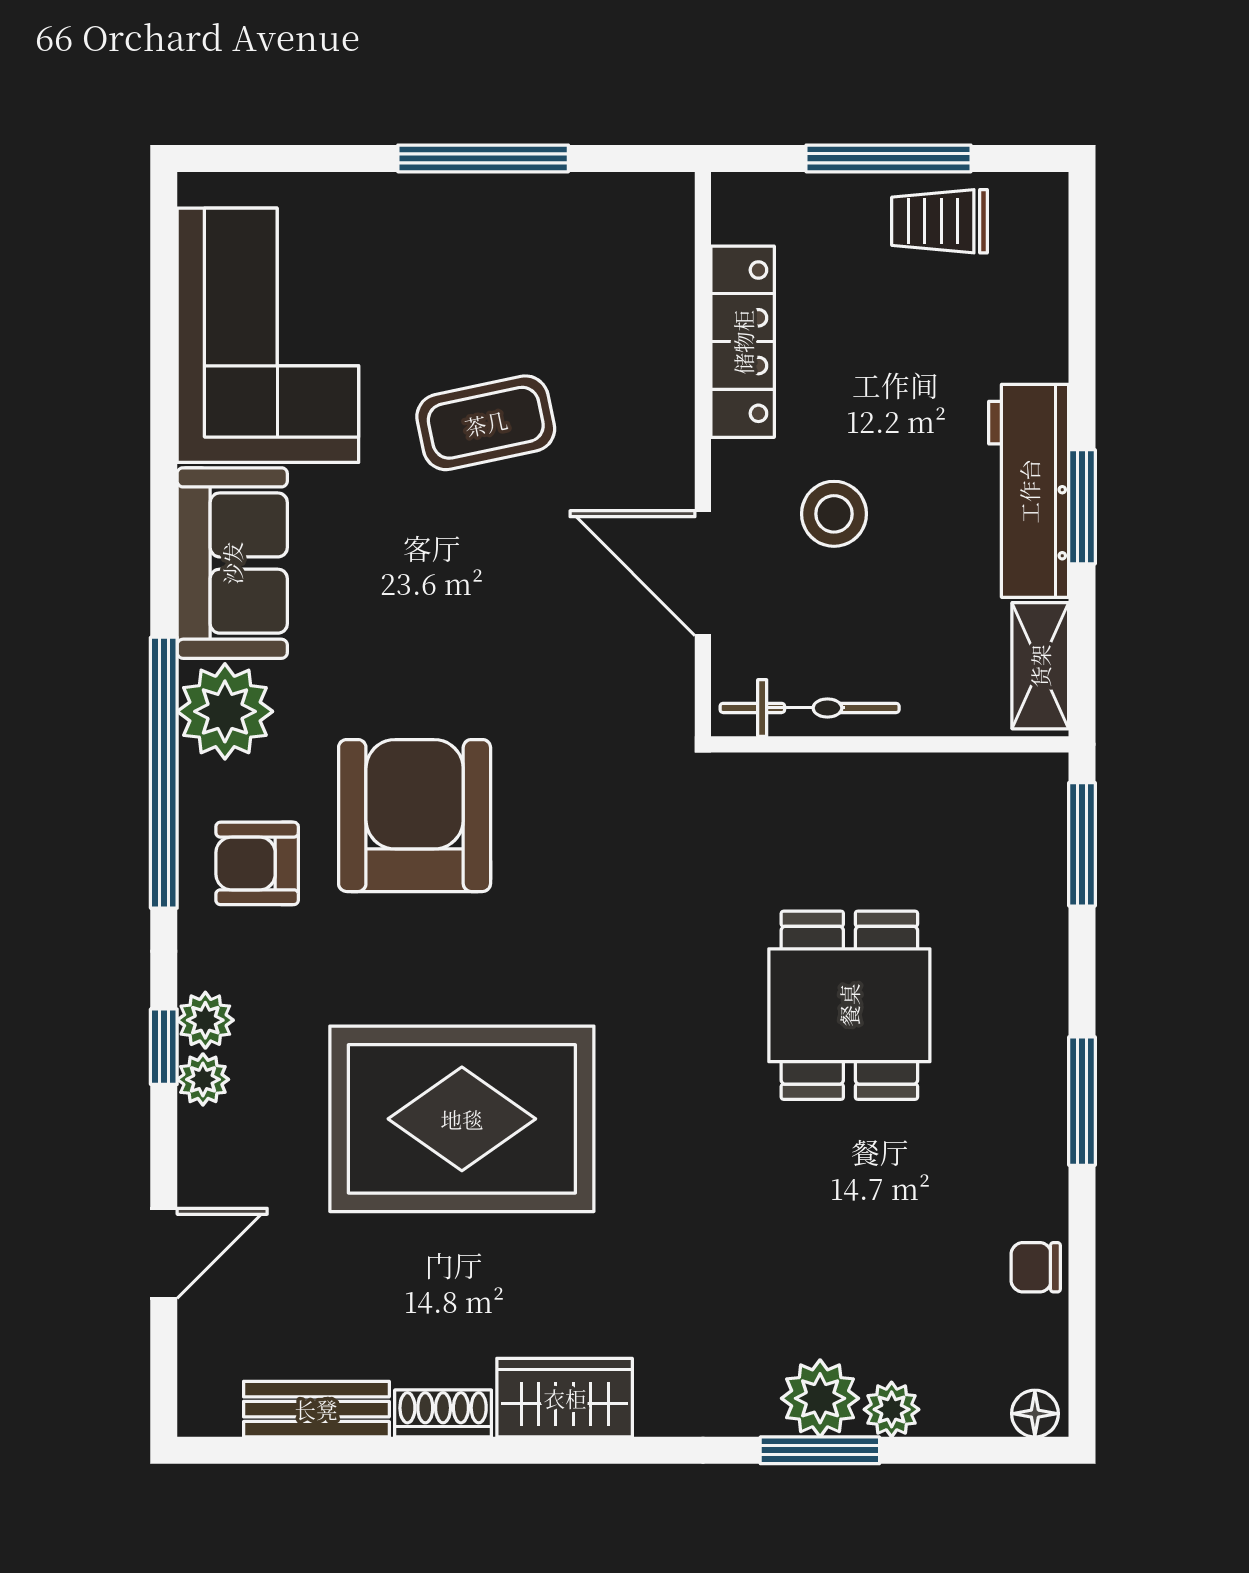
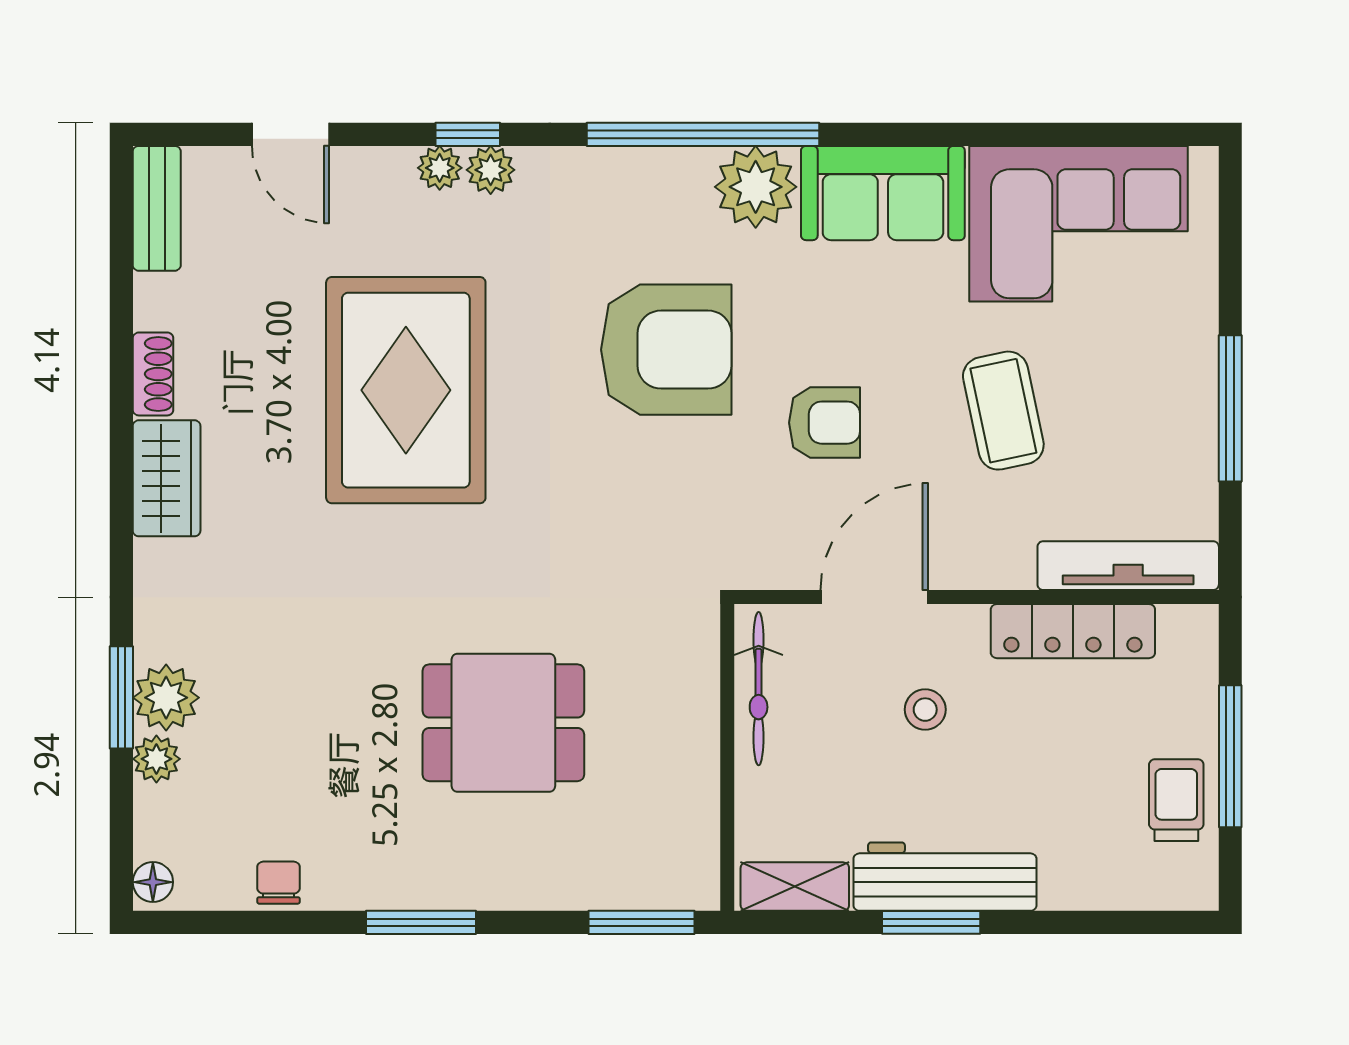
tv unit: (666, 277) -> (1128, 566), added
stool: (834, 514) -> (925, 710), width x0.73, depth x0.73
armchair: (257, 863) -> (825, 423), moved, turned 90
bench: (316, 1409) -> (157, 208), moved

